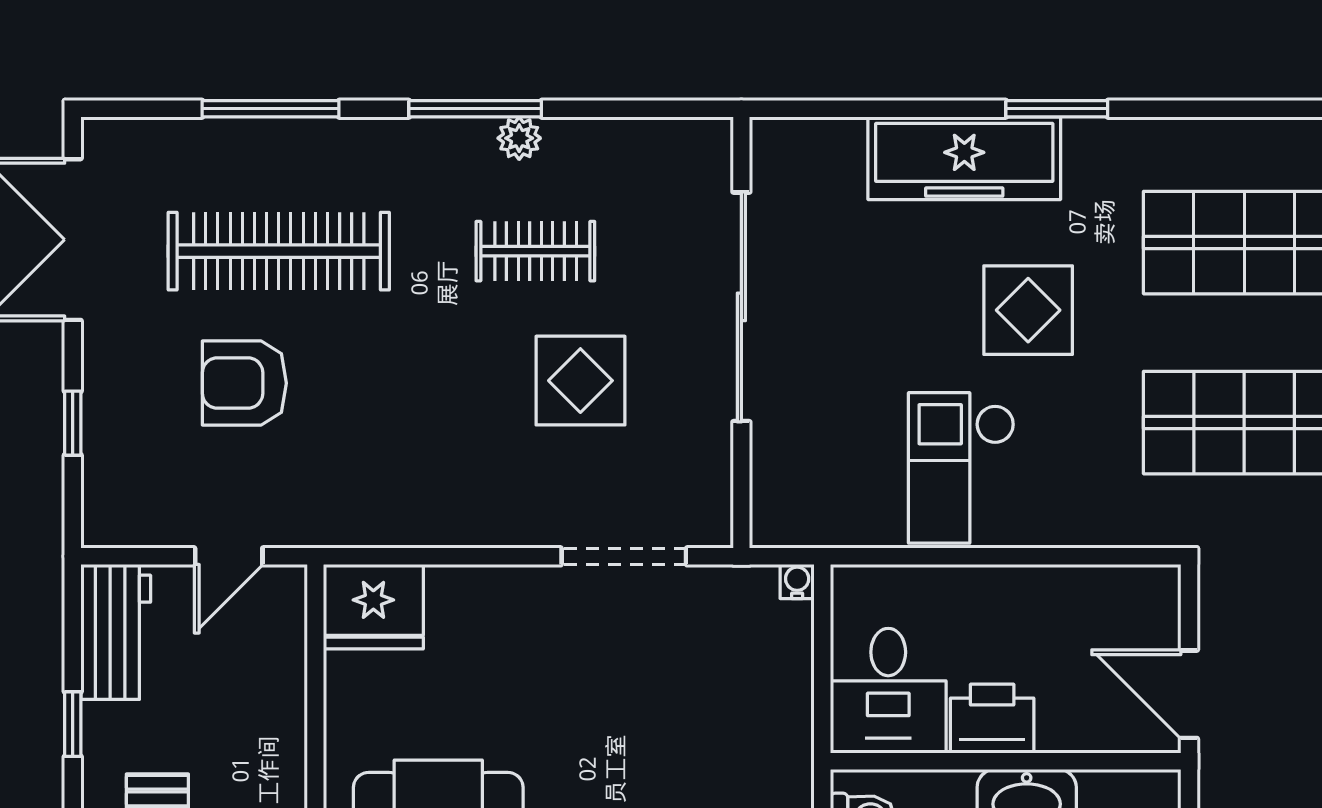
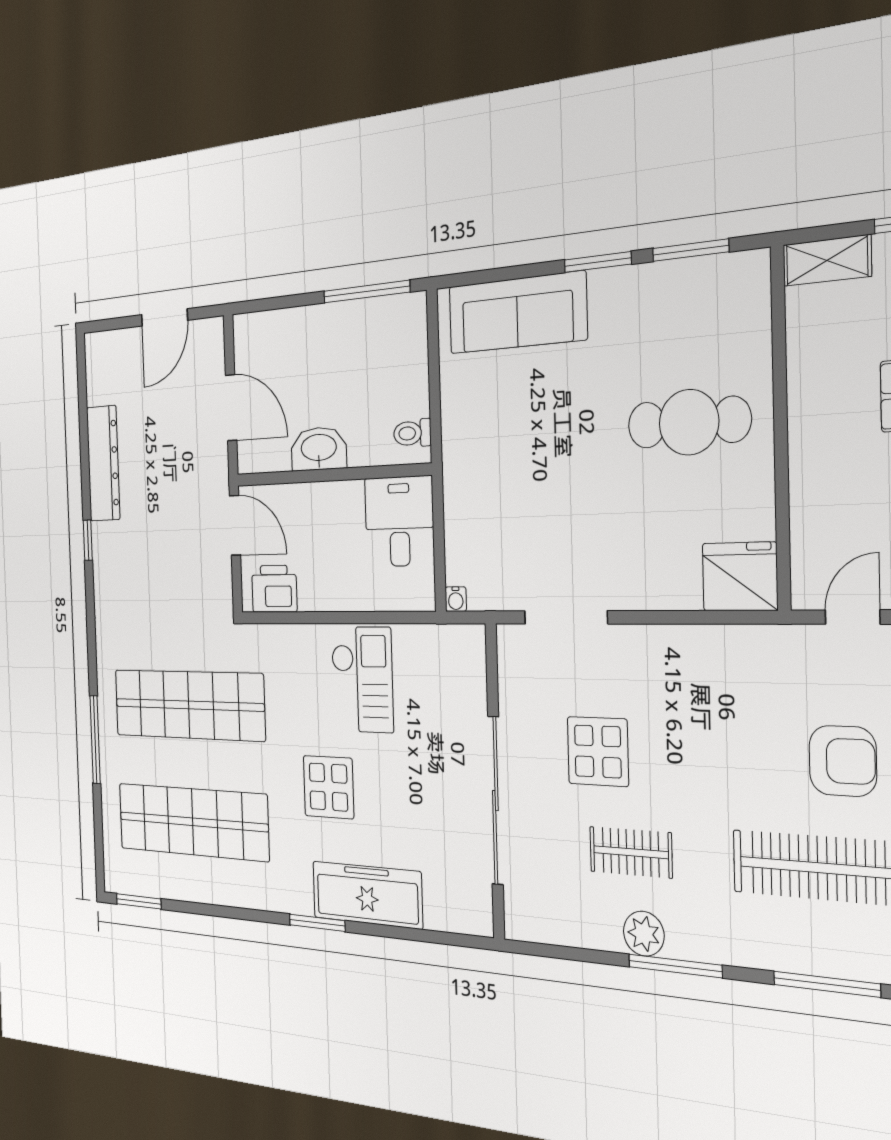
plant: (519, 138) -> (644, 934), width x1.38, depth x1.38
printer: (992, 719) -> (274, 589), moved, turned 180

